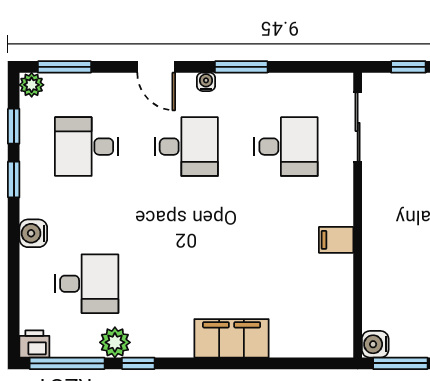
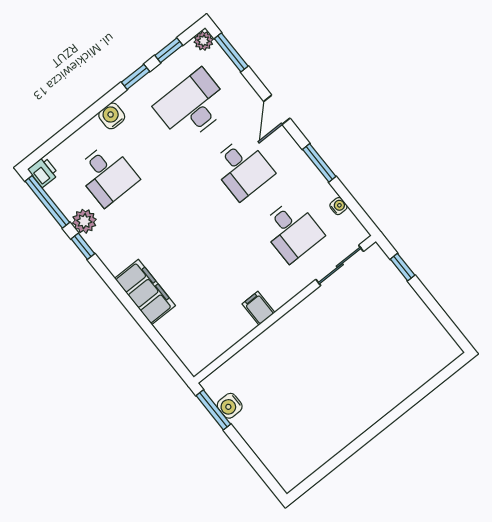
water cooler: (206, 82) -> (338, 206), moved
desk: (87, 147) -> (192, 106), width x1.37
water cooler: (375, 344) -> (230, 406), moved, turned -90

